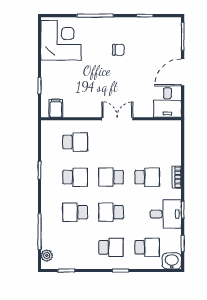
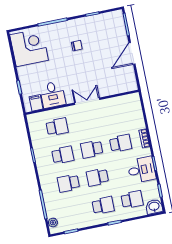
desk: (167, 102) -> (53, 95), moved

